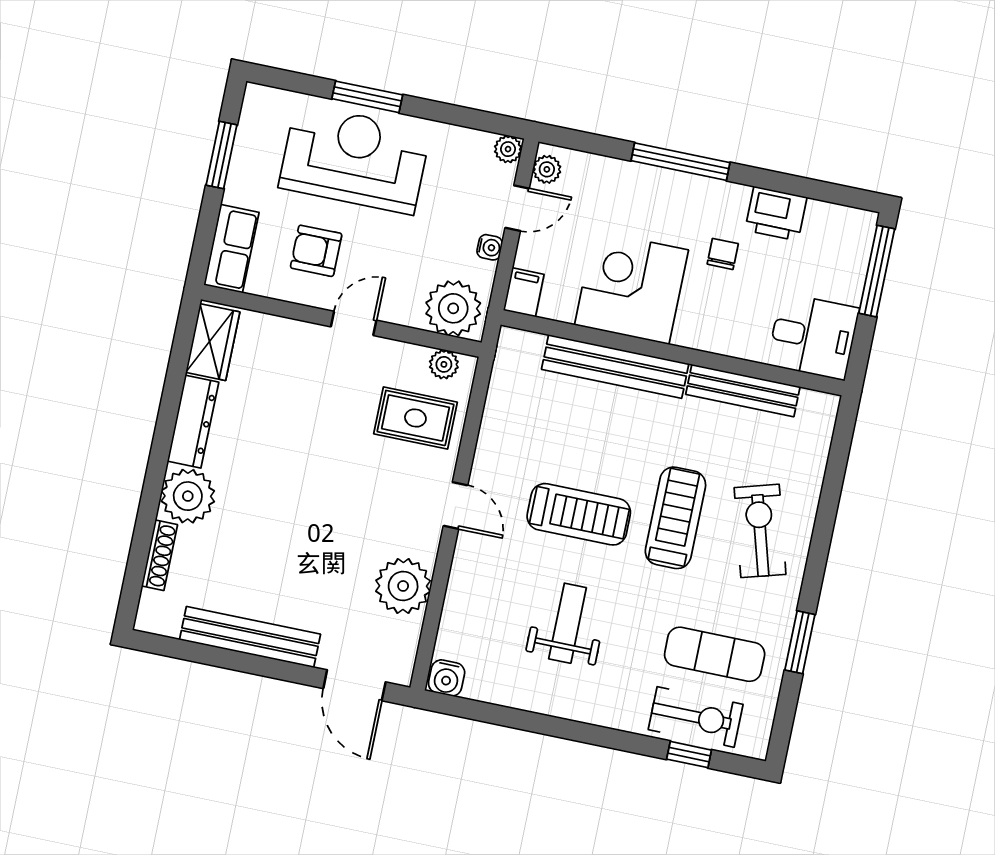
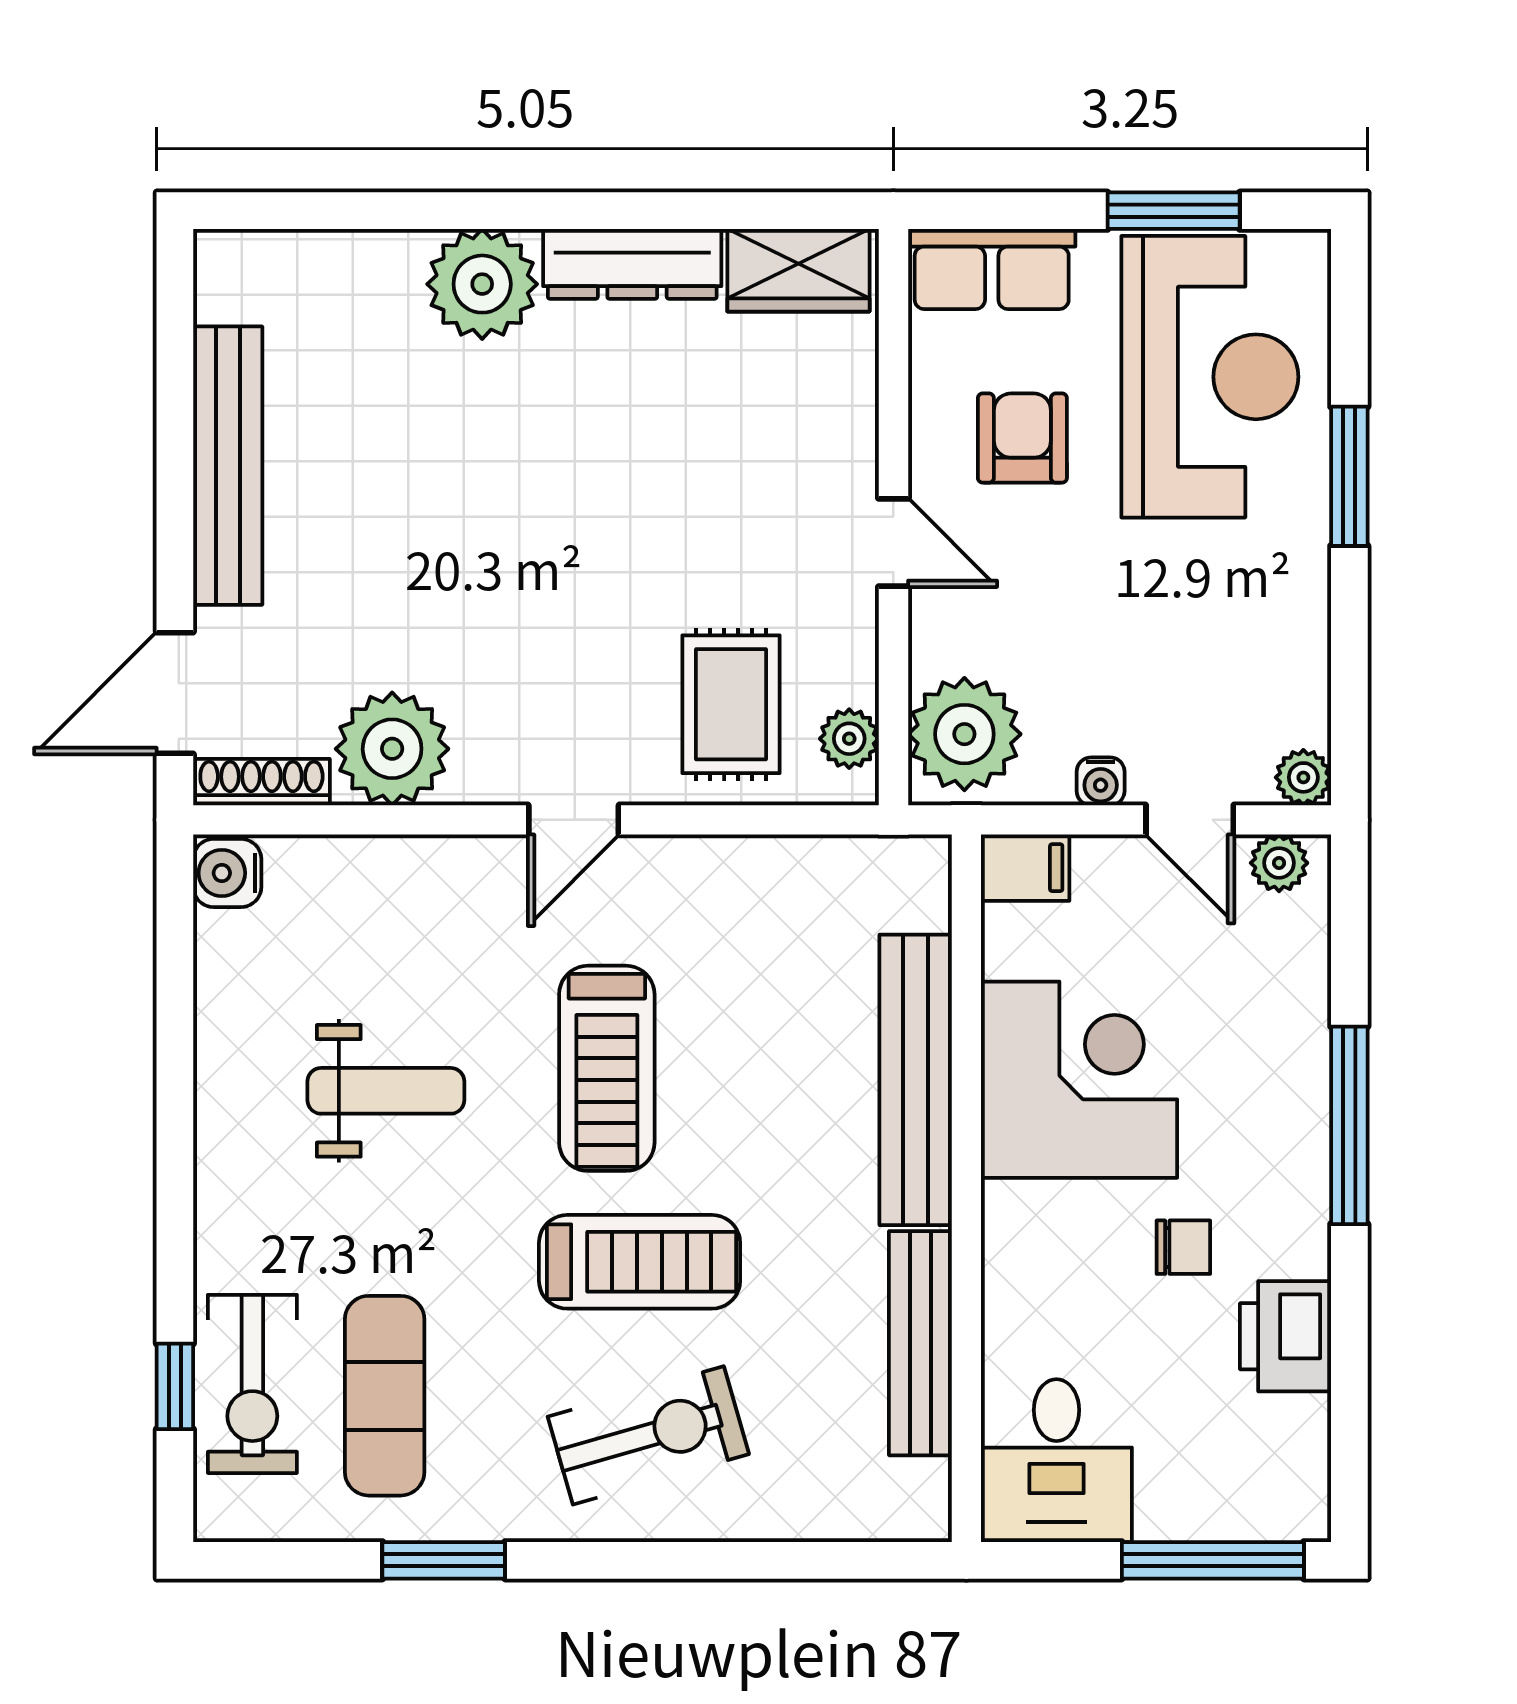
reception desk: (355, 159) -> (1210, 377), moved
shoe rack: (160, 555) -> (261, 782), moved, turned 180

